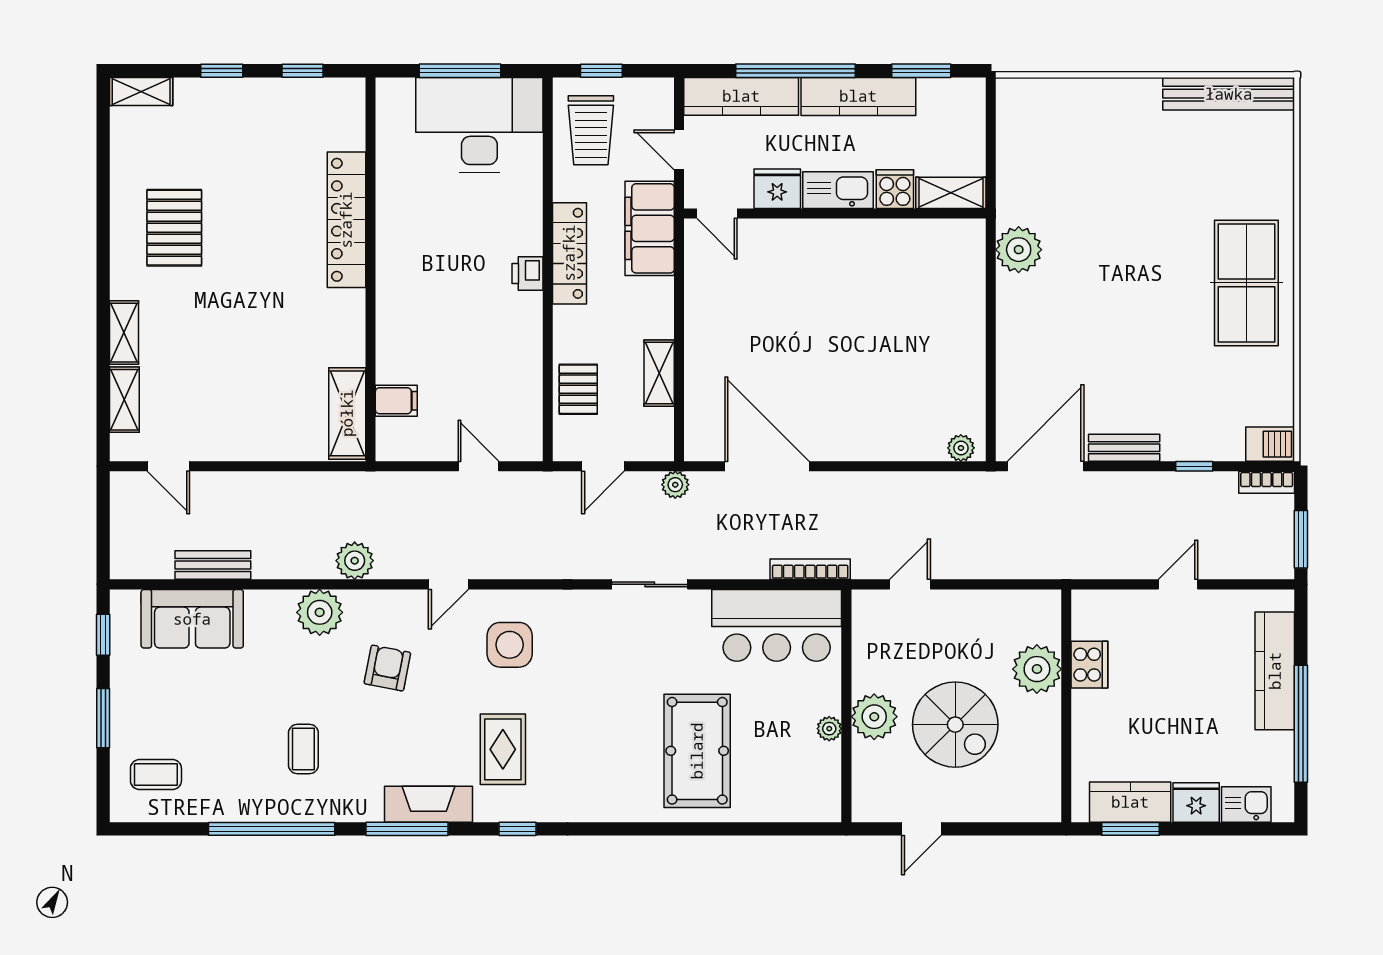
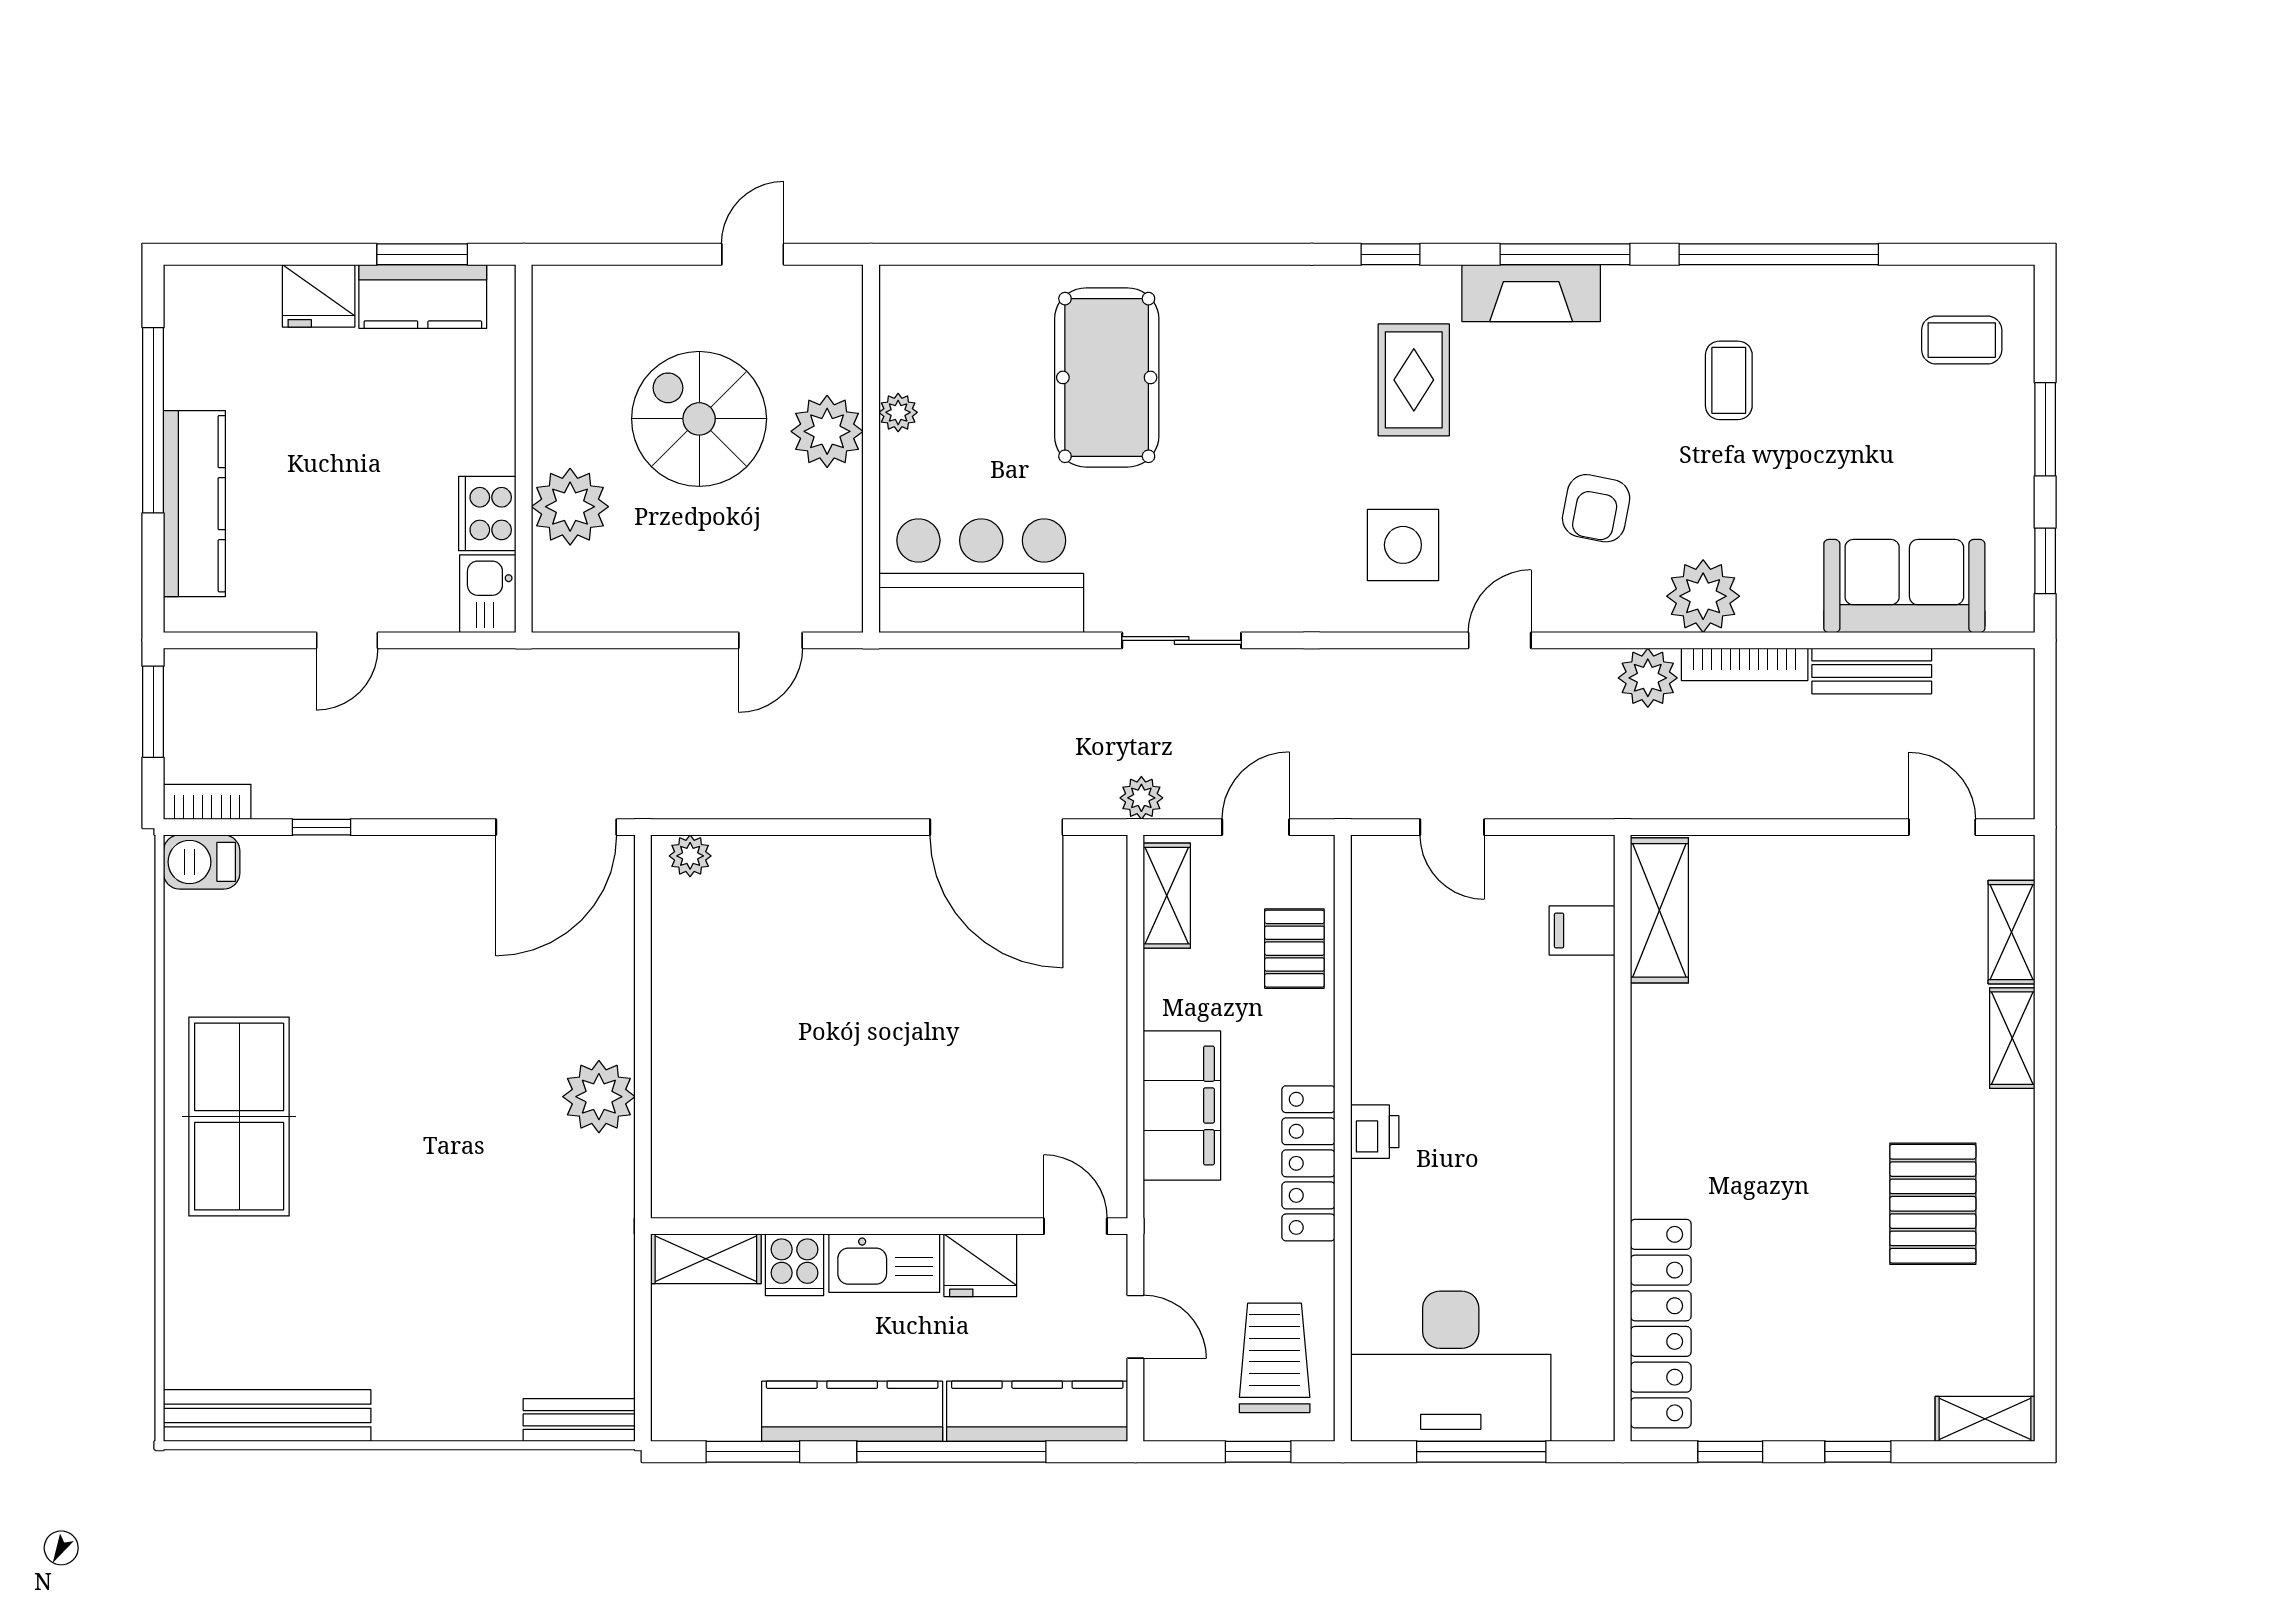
locker: (346, 220) -> (1661, 1324), moved
filing cabinet: (650, 228) -> (1182, 1105), moved
plant: (1019, 250) -> (599, 1097), moved
shelving: (659, 373) -> (1167, 896), moved
bench: (1124, 448) -> (579, 1420), moved
bookcase: (810, 569) -> (1745, 664), moved
kitchen sink: (1246, 804) -> (488, 594), moved, turned 90

